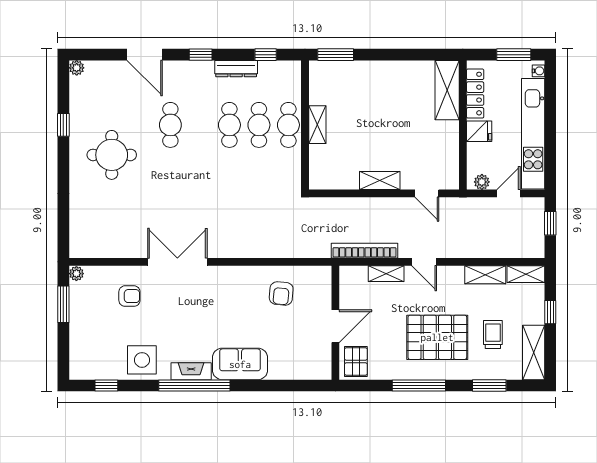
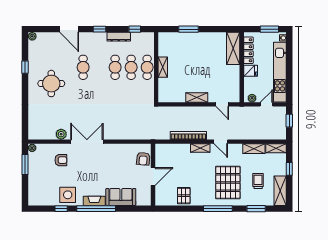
window: (336, 55) -> (188, 29), moved
plant: (130, 248) -> (61, 134), added
wall: (335, 323) -> (153, 175), moved
door: (335, 326) -> (153, 176), moved
pallet: (437, 337) -> (228, 183), turned 90
window: (106, 385) -> (61, 209), moved

